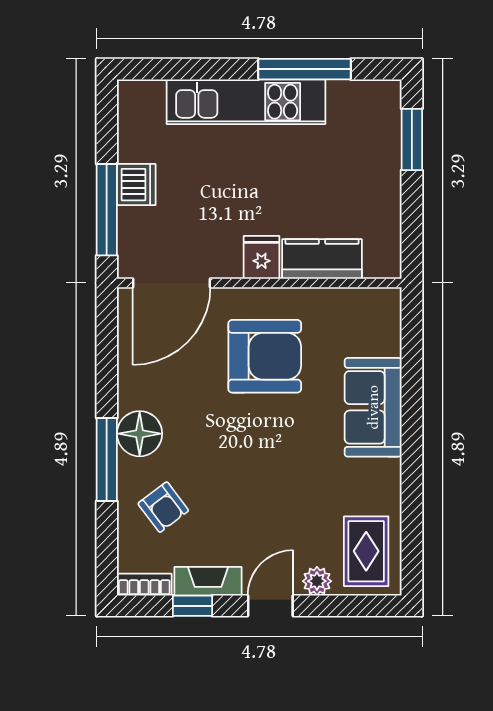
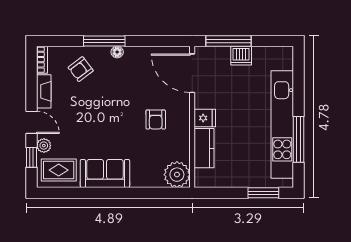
kitchen unit: (246, 102) -> (282, 125), width x1.36
plant: (375, 313) -> (177, 175), added
armchair: (265, 356) -> (156, 120), width x0.53, depth x0.53
sofa: (373, 407) -> (105, 173), moved
floor lamp: (140, 434) -> (117, 52), width x0.53, depth x0.53
window: (193, 606) -> (32, 157), moved

